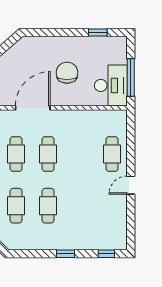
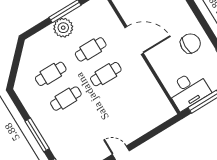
chair: (67, 73) -> (190, 43), moved
cafe table: (112, 154) -> (136, 124), removed
window: (66, 254) -> (37, 135), width x2.17

